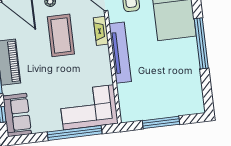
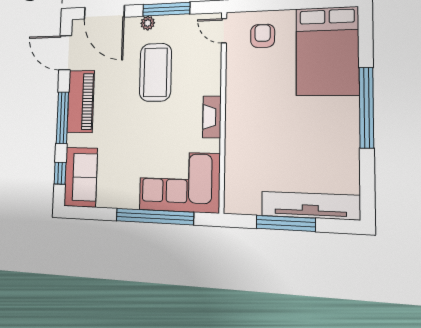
fireplace: (101, 31) -> (212, 117), moved
tv unit: (120, 53) -> (310, 206), moved, turned -90

